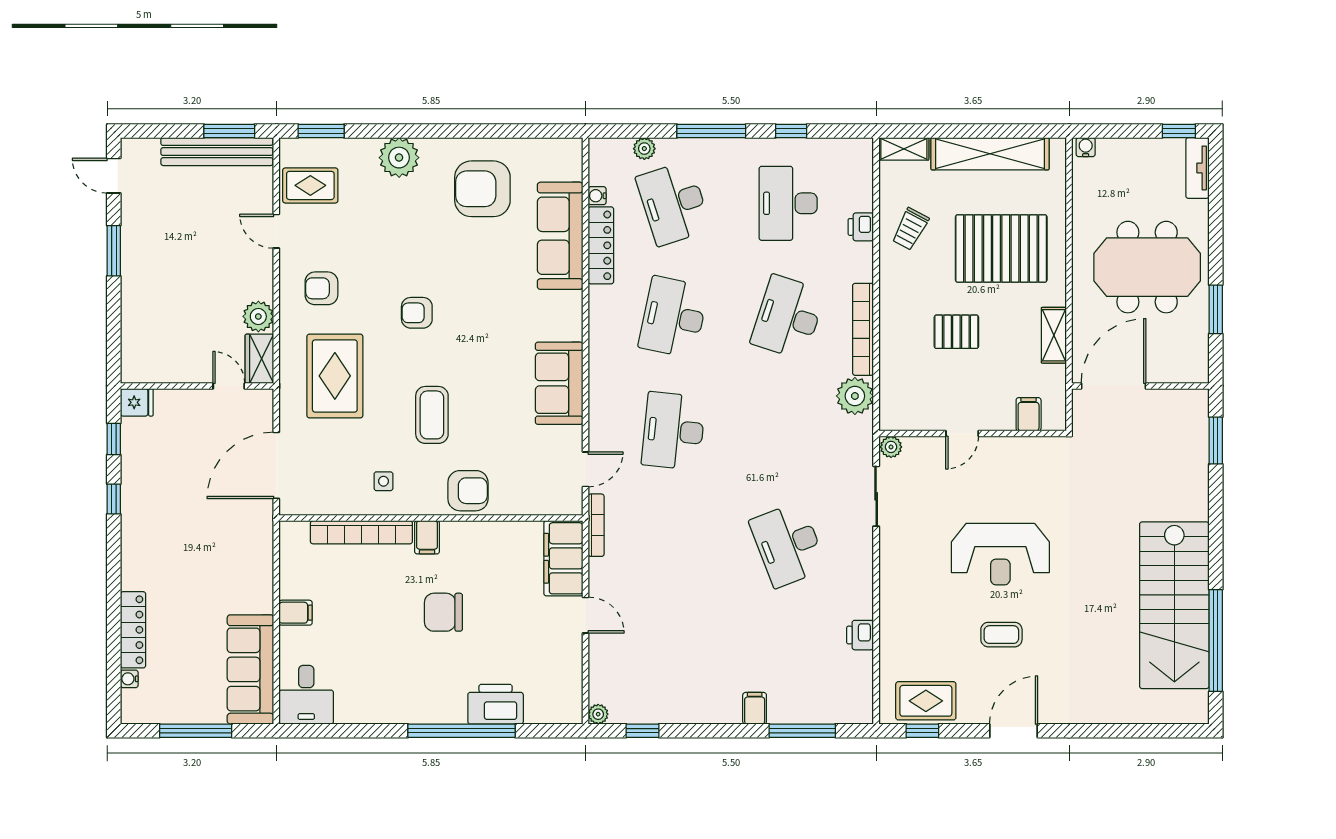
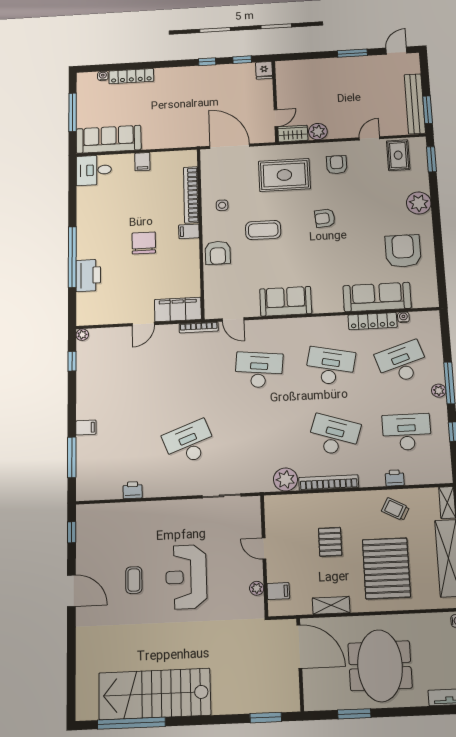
plant: (644, 149) -> (439, 391), moved
armchair: (417, 313) -> (325, 218), turned -95
plant: (891, 447) -> (257, 588), moved
rug: (926, 701) -> (91, 534), removed

